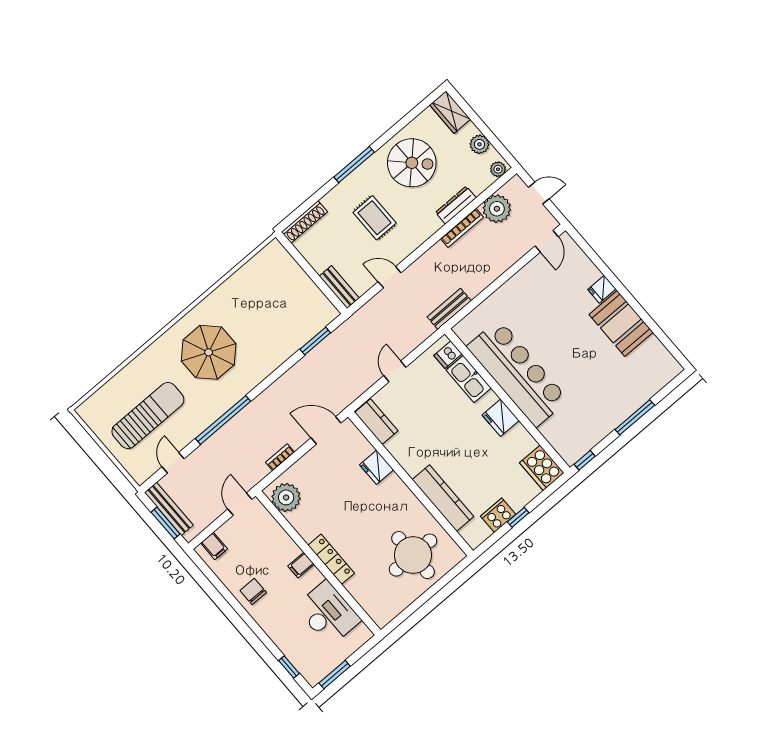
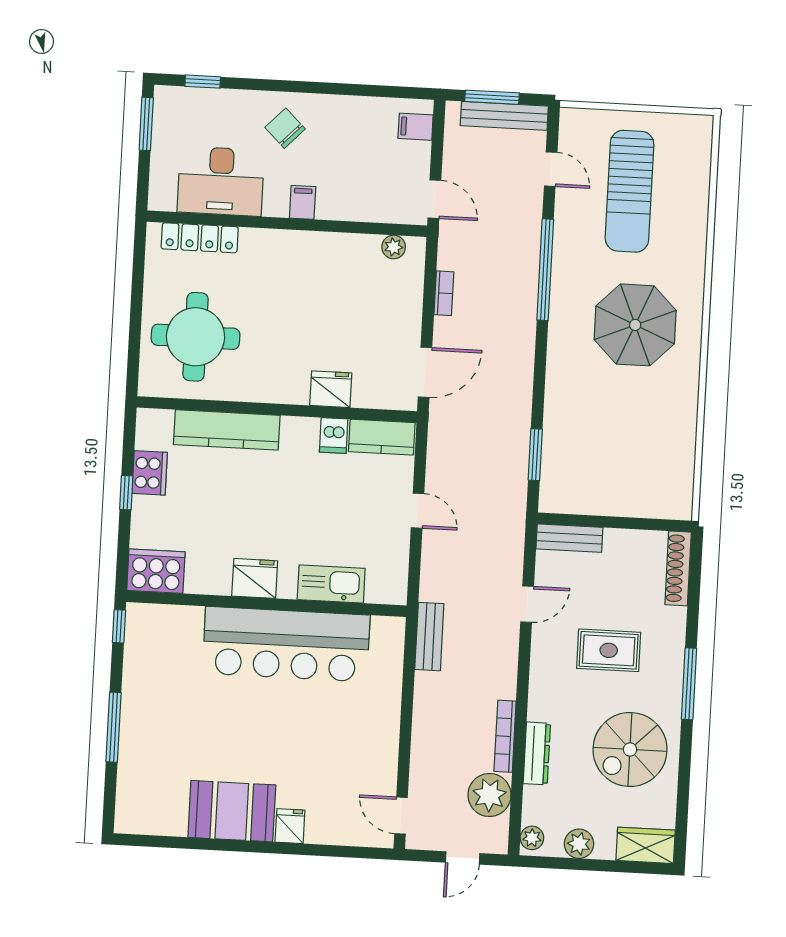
dishwasher: (448, 355) -> (334, 436), moved, turned 180
plant: (286, 497) -> (394, 247), width x0.53, depth x0.53
locker: (331, 559) -> (200, 238), moved
chair: (253, 592) -> (285, 128), moved, turned -136

